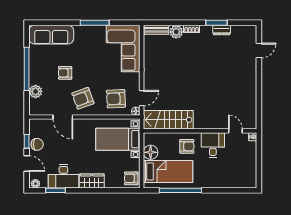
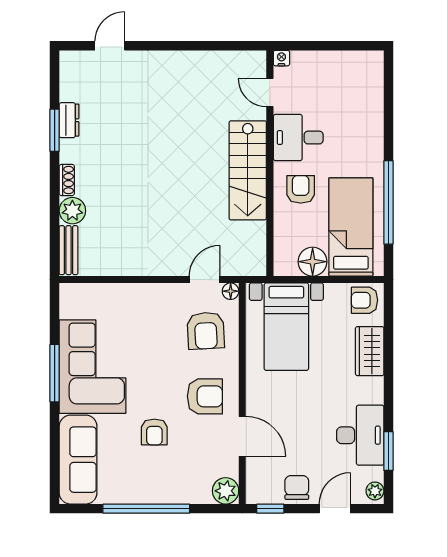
corner sofa: (123, 49) -> (93, 367), moved, turned -90
door: (259, 51) -> (110, 46), hinge flipped
plant: (36, 91) -> (226, 491), moved
armchair: (83, 98) -> (205, 396), turned -70
door: (142, 98) -> (205, 280), hinge flipped
door: (63, 117) -> (242, 436), hinge flipped
stairs: (168, 120) -> (248, 170), moved
door: (235, 131) -> (270, 93), hinge flipped
window: (27, 141) -> (270, 509), moved
armchair: (131, 178) -> (364, 300), turned 90
wardrobe: (92, 181) -> (370, 351), moved

